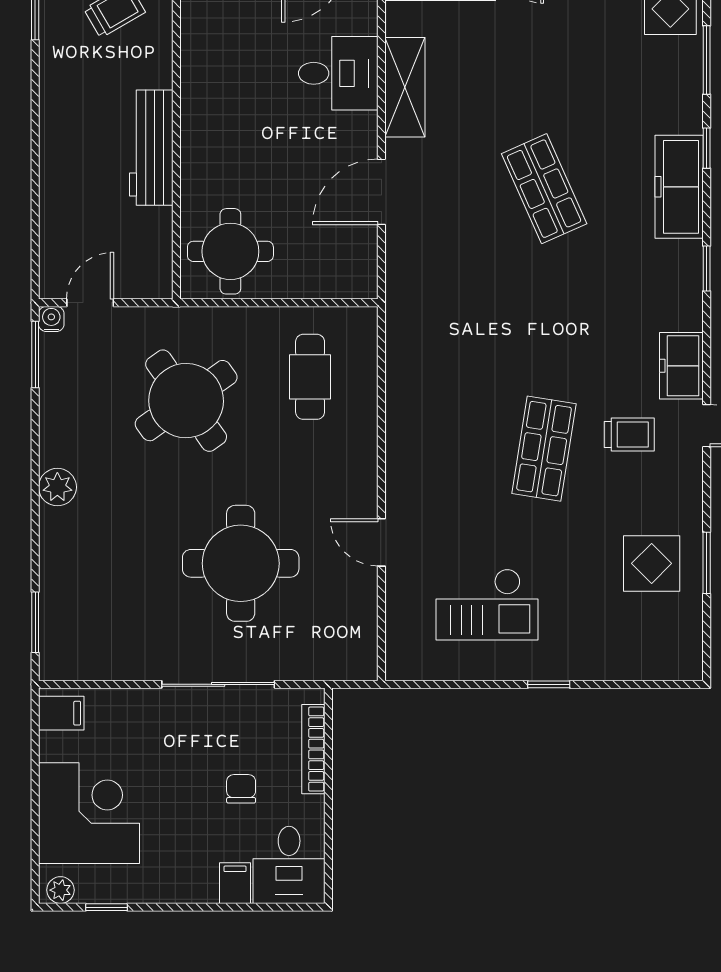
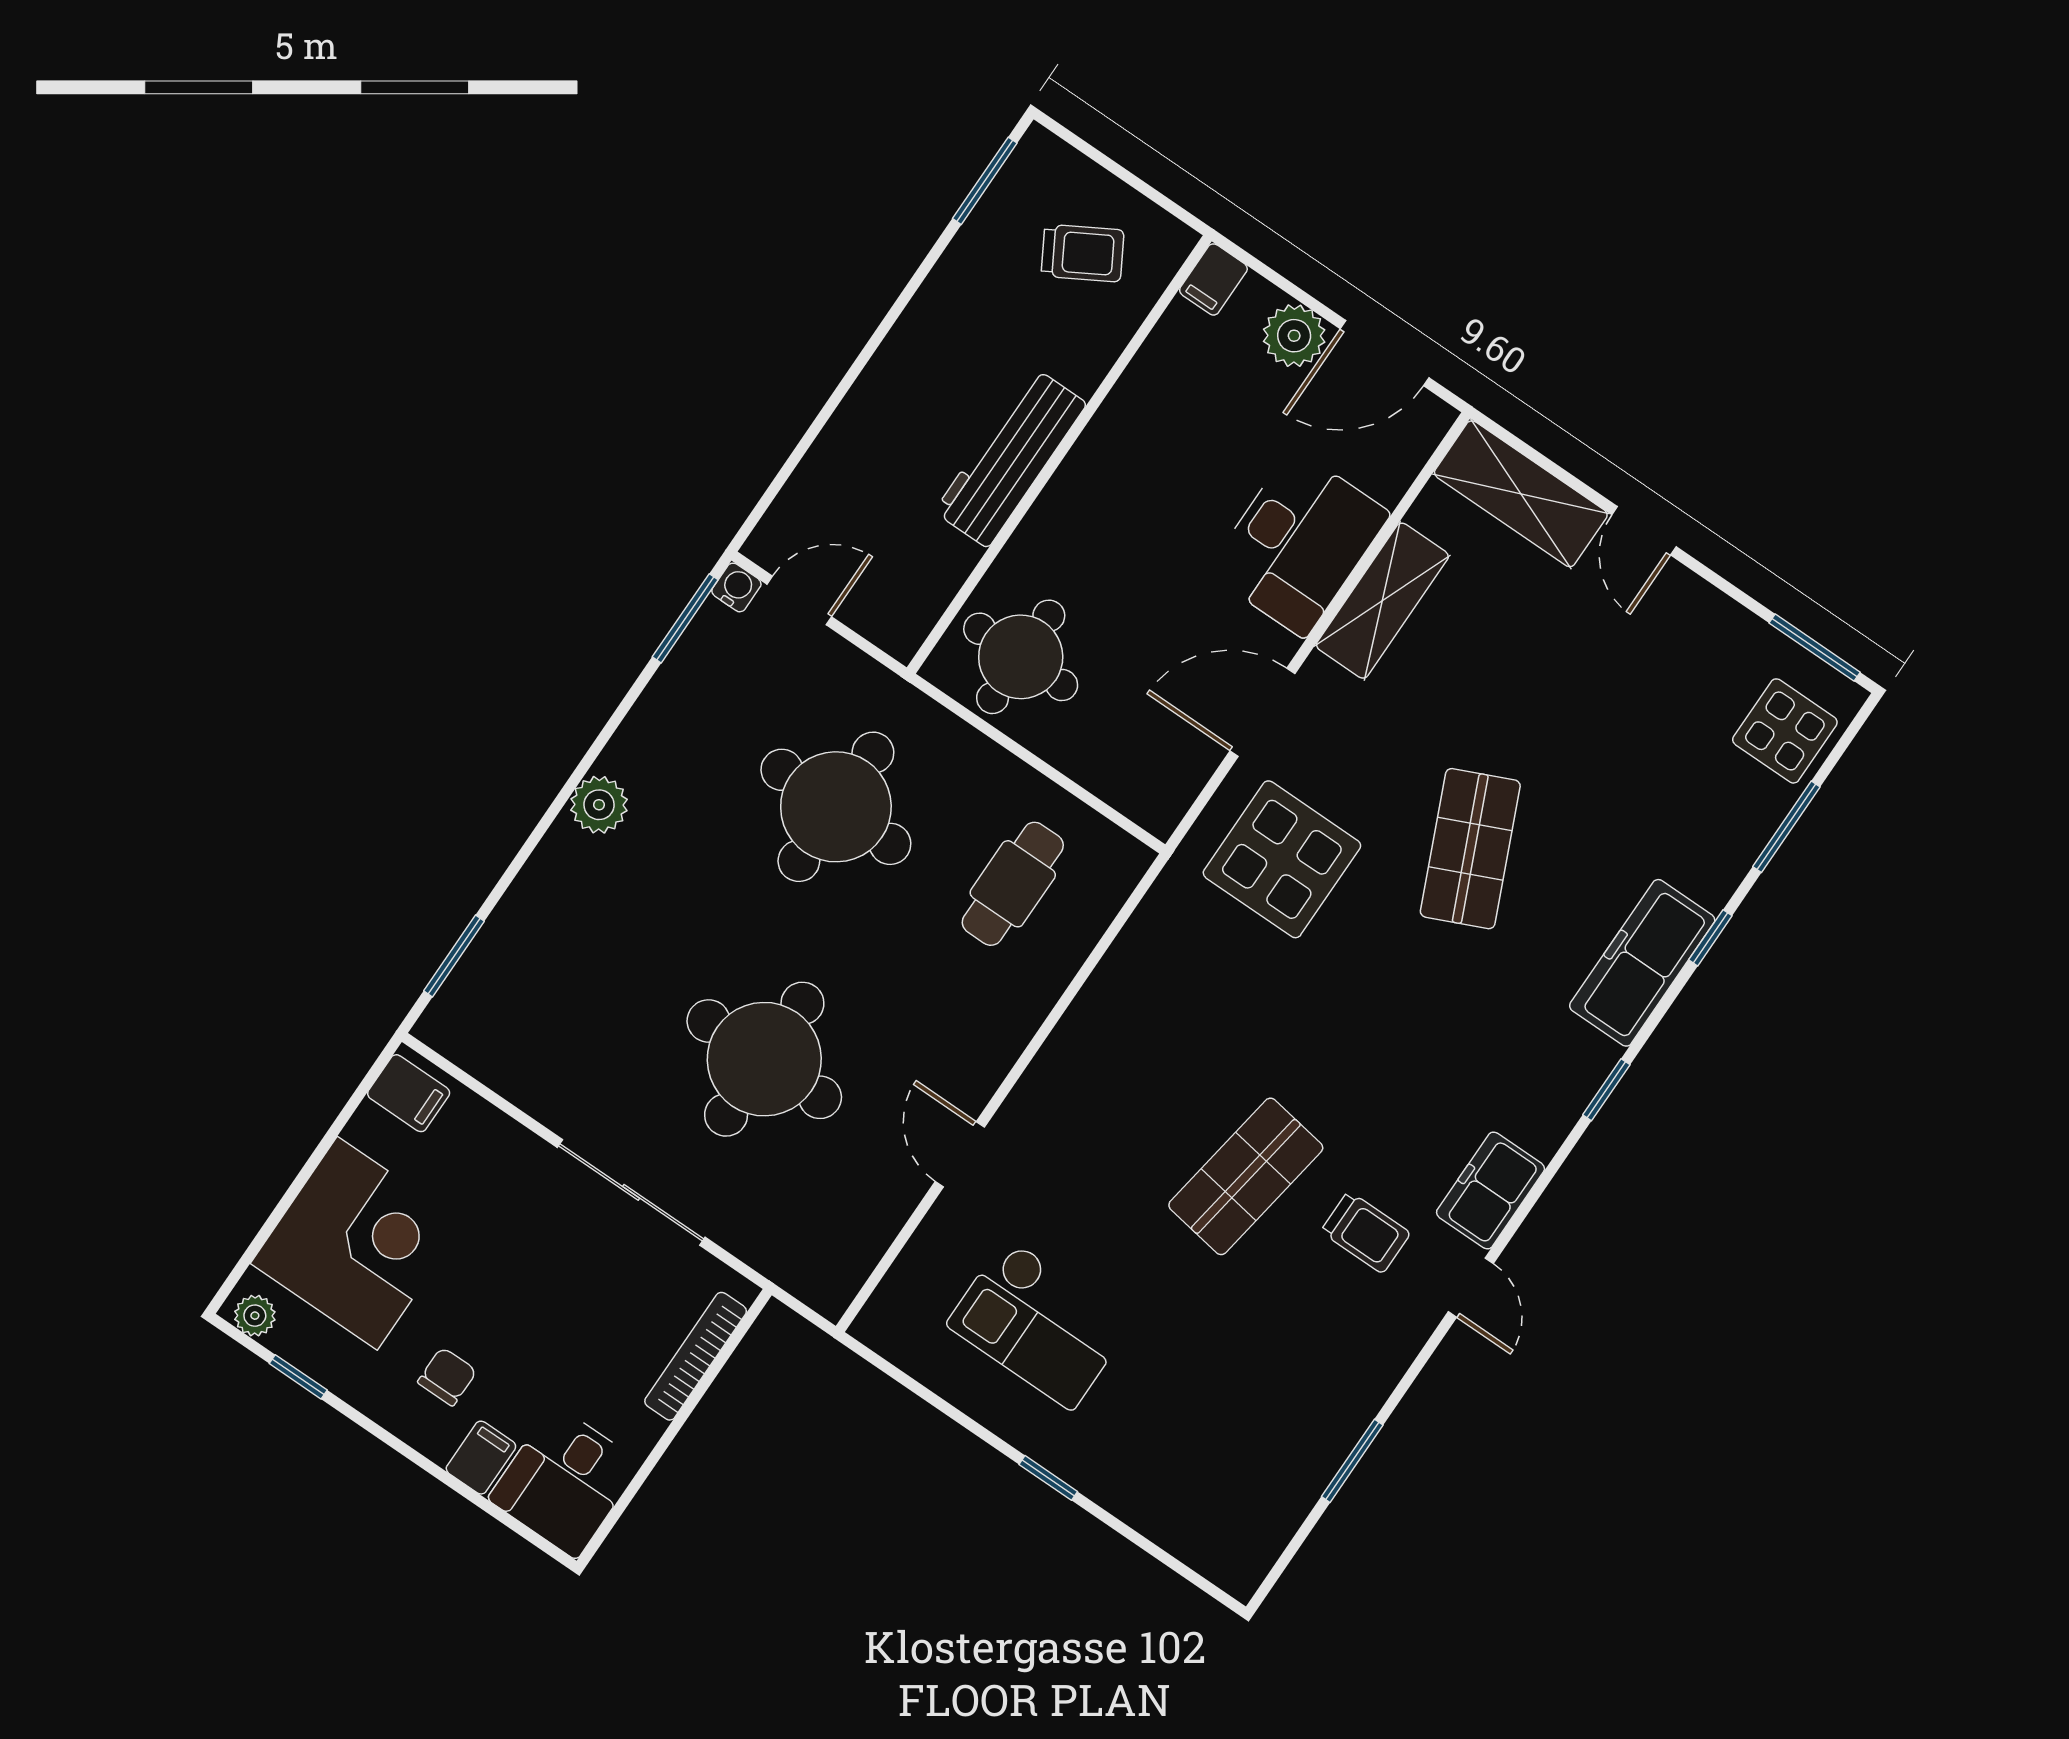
desk: (338, 73) -> (1299, 543), width x1.37
round table: (186, 401) -> (836, 807), turned 35
display table: (652, 563) -> (1282, 859), moved, width x1.36, depth x1.36
chair: (241, 789) -> (447, 1377), moved

